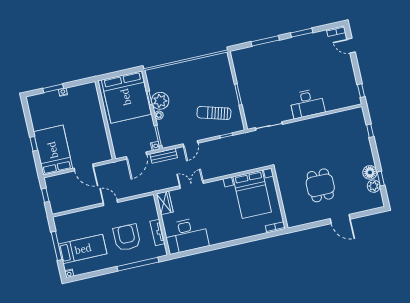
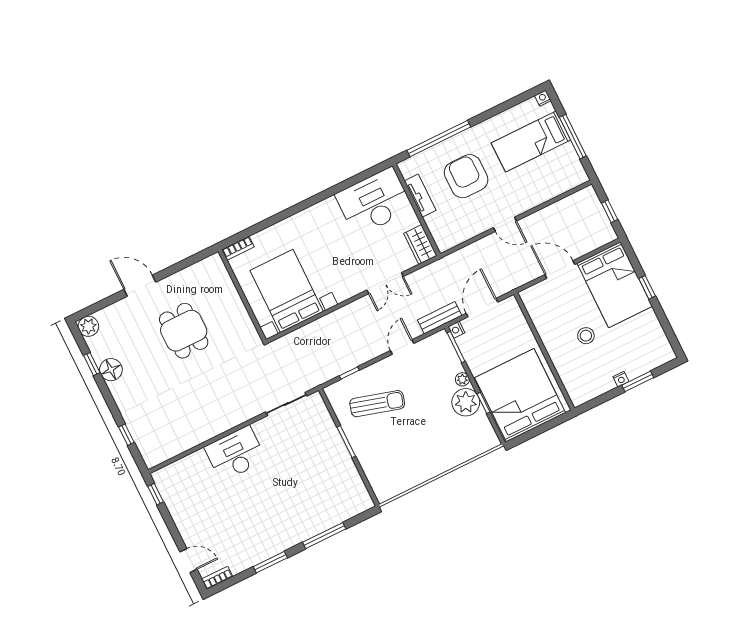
stool: (78, 123) -> (586, 336), added
plant: (374, 186) -> (88, 326), moved
armchair: (127, 237) -> (466, 176), turned 180

